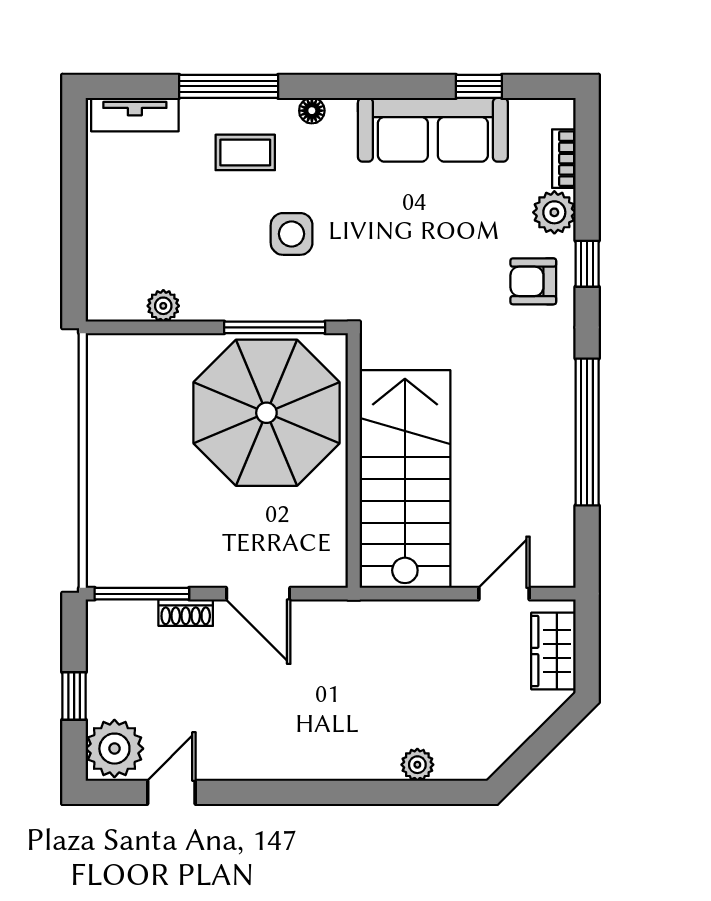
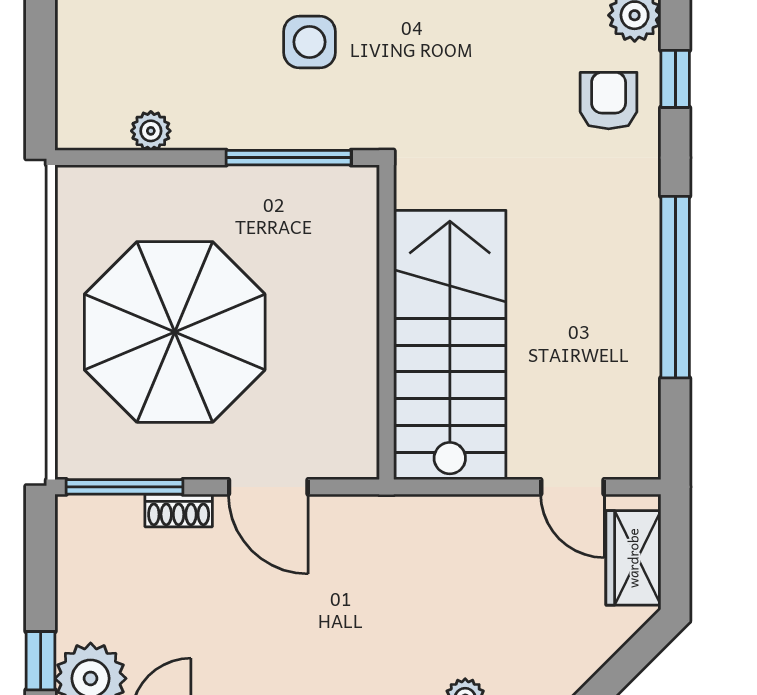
armchair: (533, 281) -> (609, 101), turned 90
parasol: (266, 413) -> (175, 332), moved
door: (504, 594) -> (572, 487), swing flipped
window: (74, 696) -> (41, 661), moved

